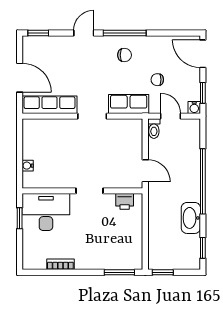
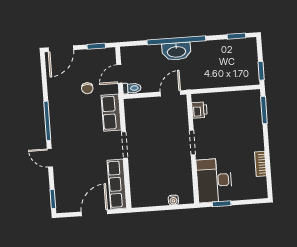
chair: (125, 55) -> (67, 120), removed
water cooler: (194, 107) -> (110, 53), removed
washbasin: (191, 218) -> (176, 51), moved

